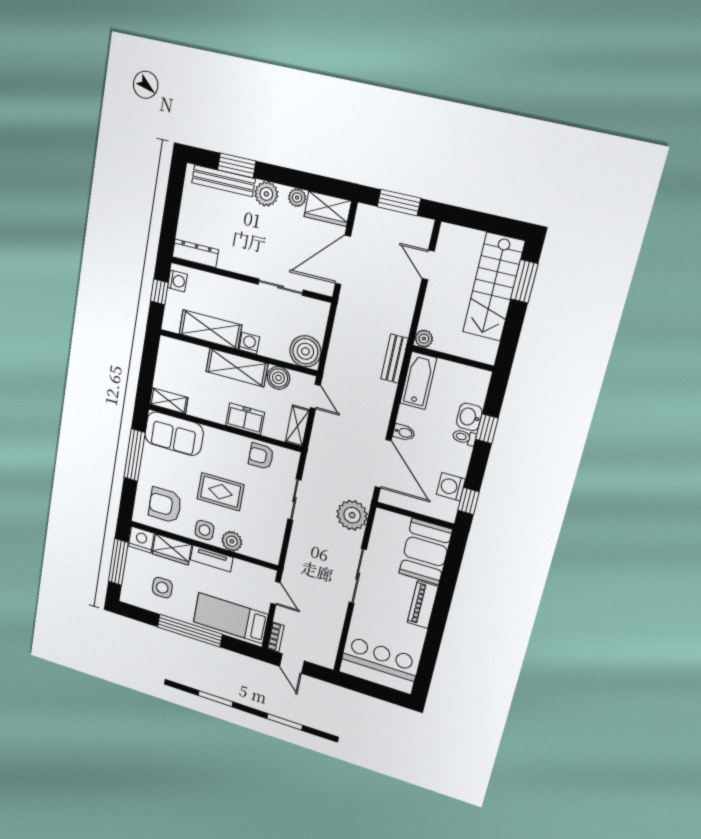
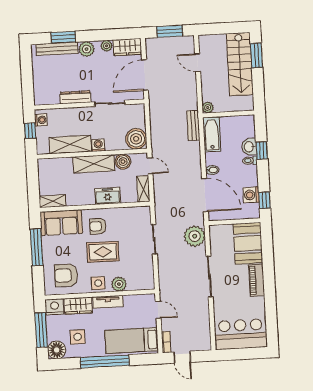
dresser: (195, 253) -> (75, 97), moved
armchair: (261, 456) -> (98, 226), moved
floor lamp: (132, 594) -> (57, 350), added

